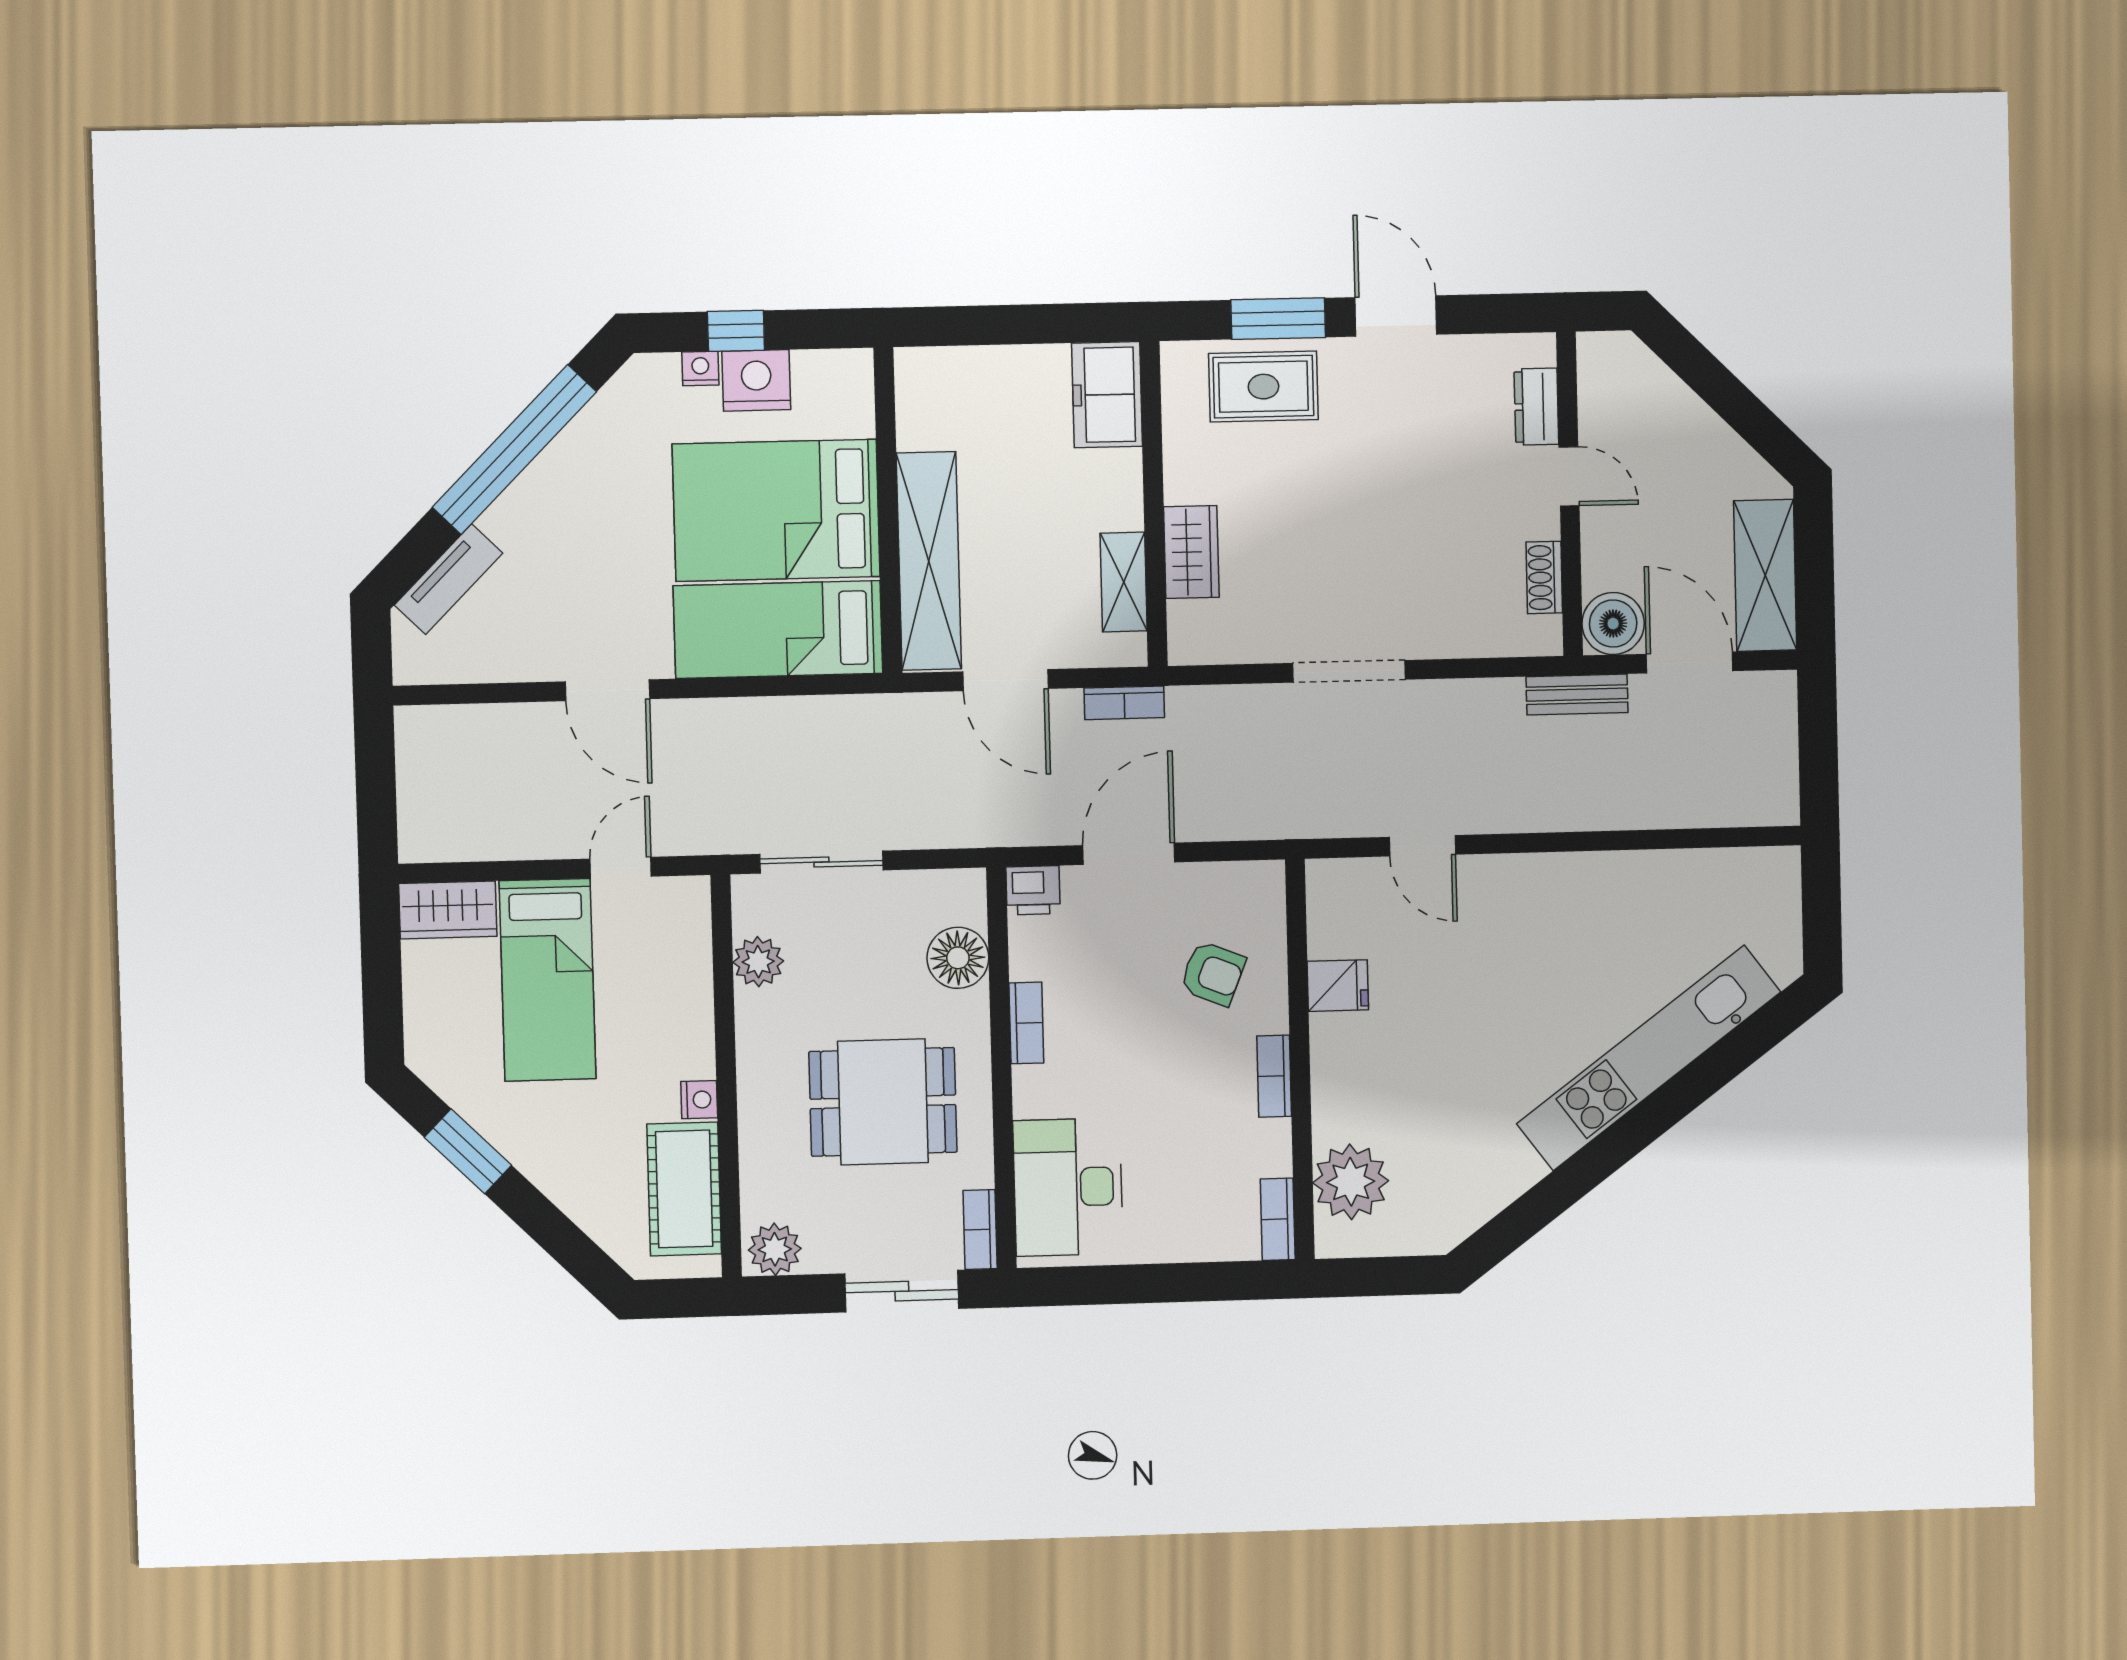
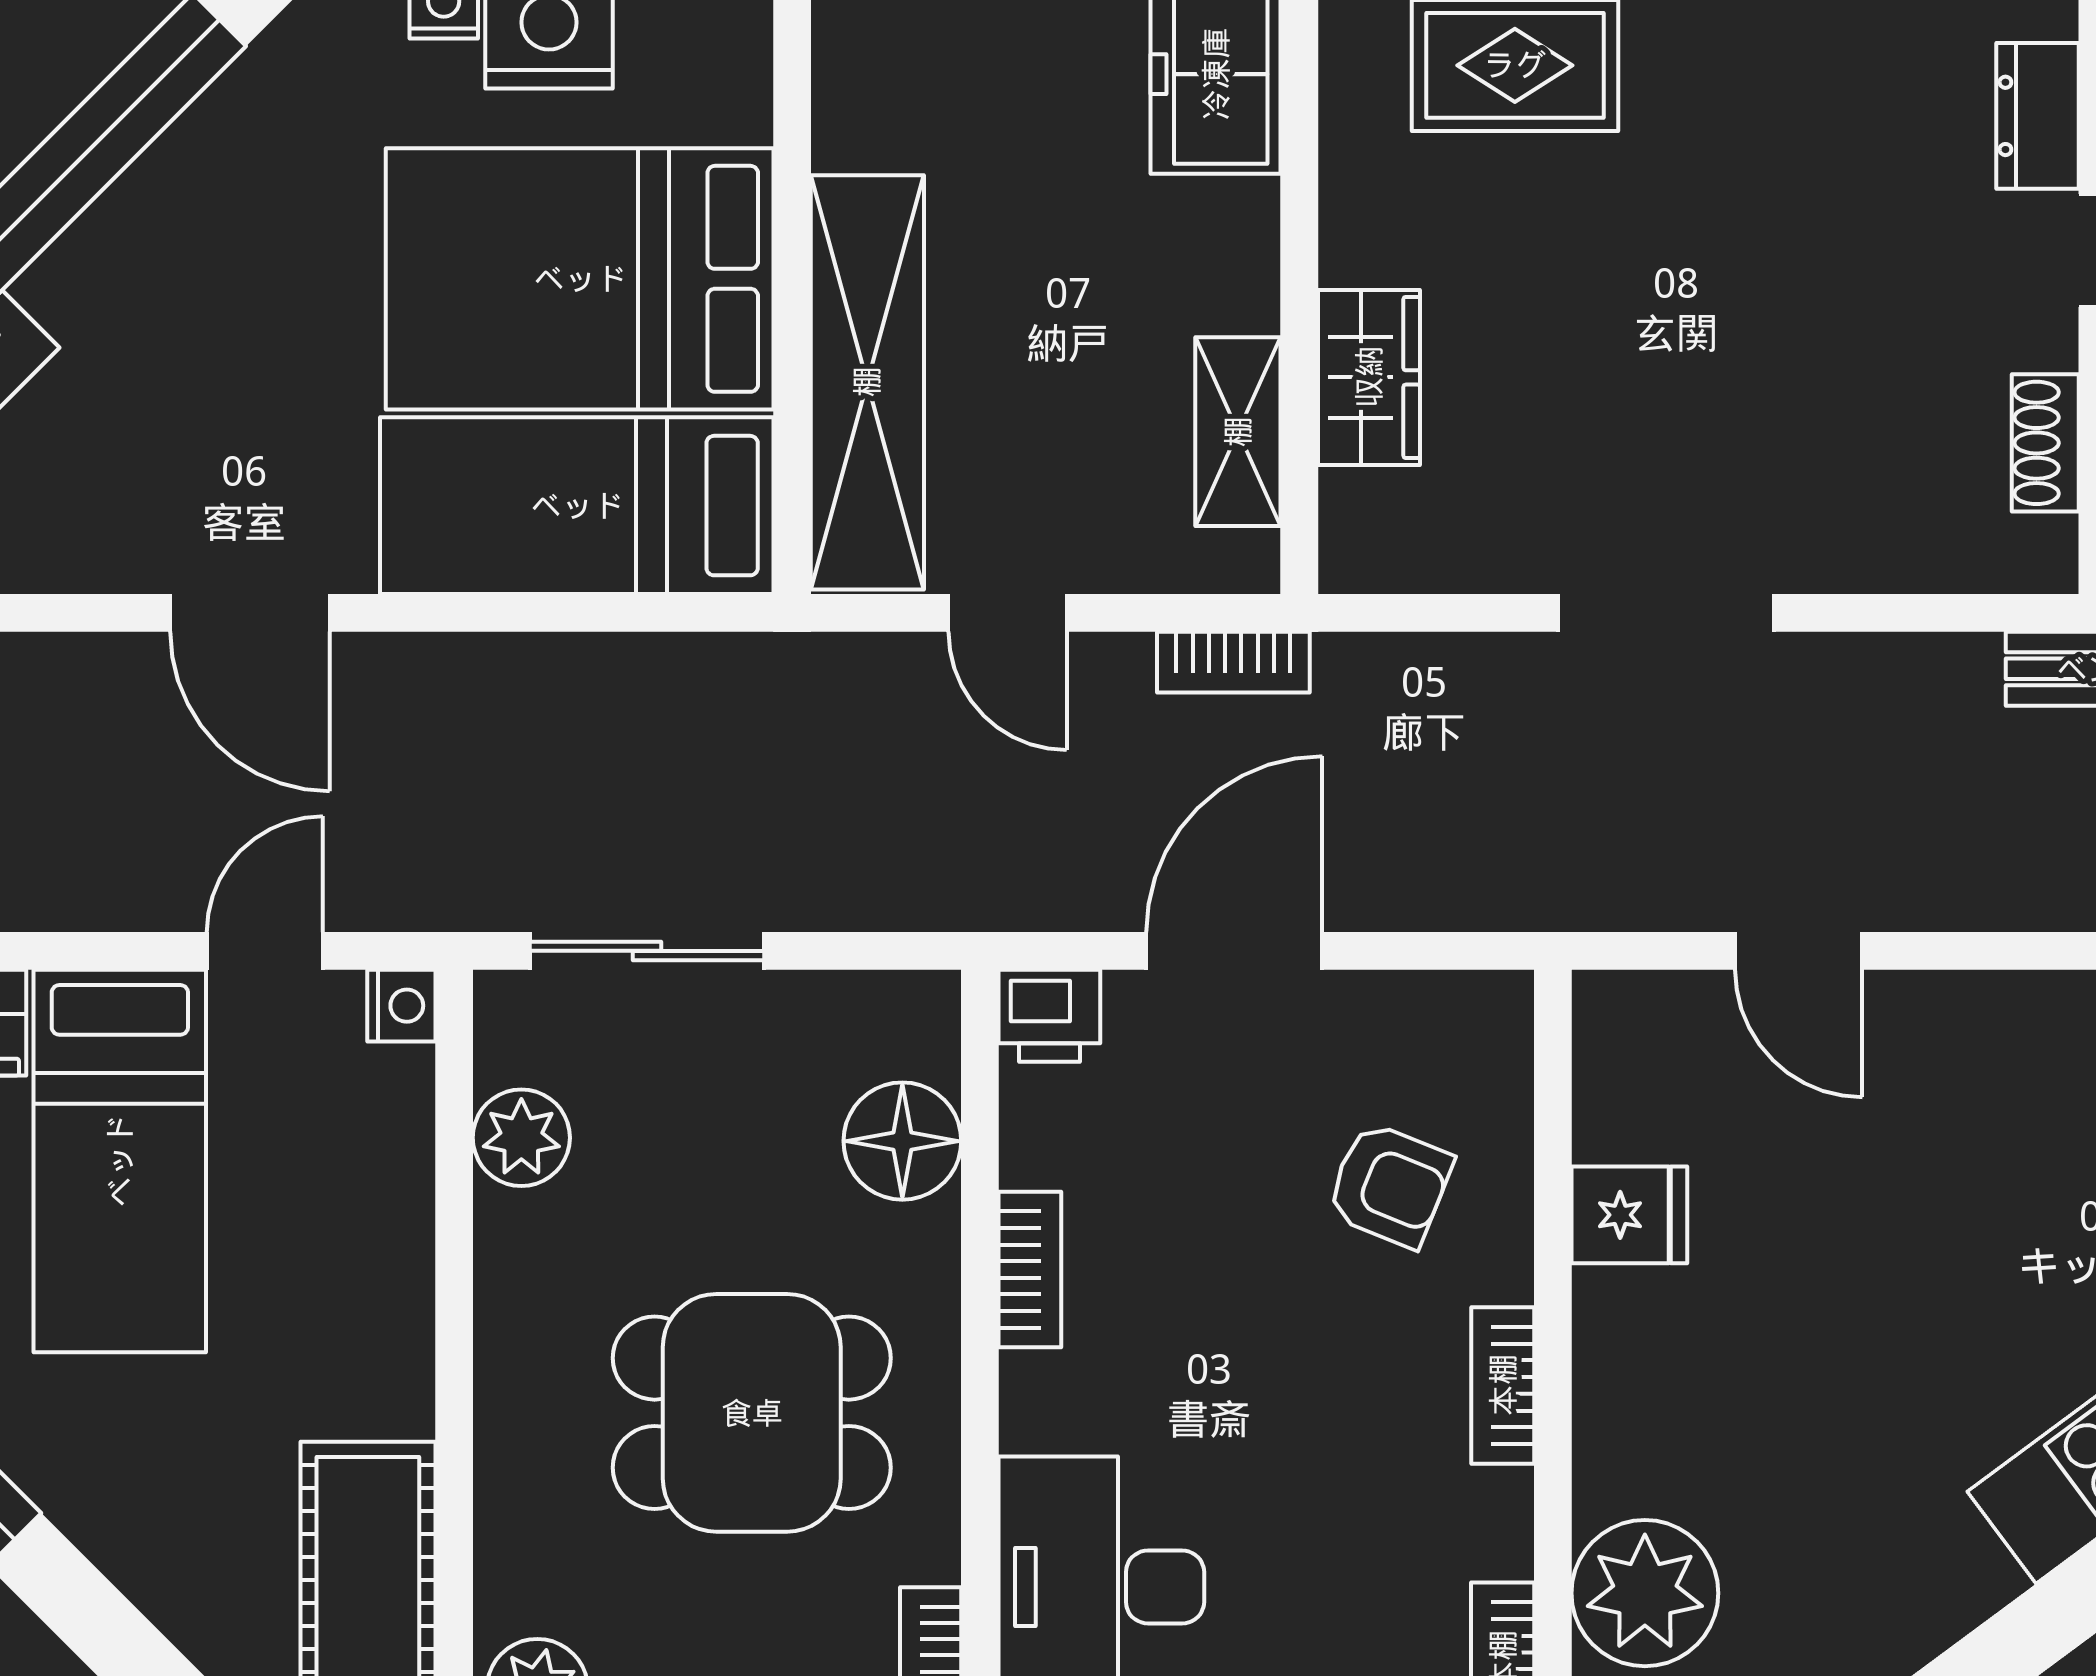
door: (1006, 680) -> (1008, 613), width x0.73
nightstand: (699, 1100) -> (401, 1006), moved

